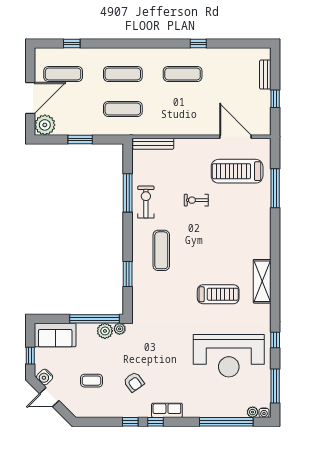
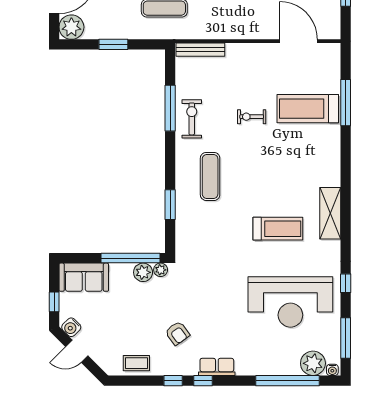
treadmill: (237, 171) -> (308, 109), moved
coffee table: (92, 381) -> (136, 363), moved
plant: (253, 412) -> (313, 363), width x1.87, depth x1.87

